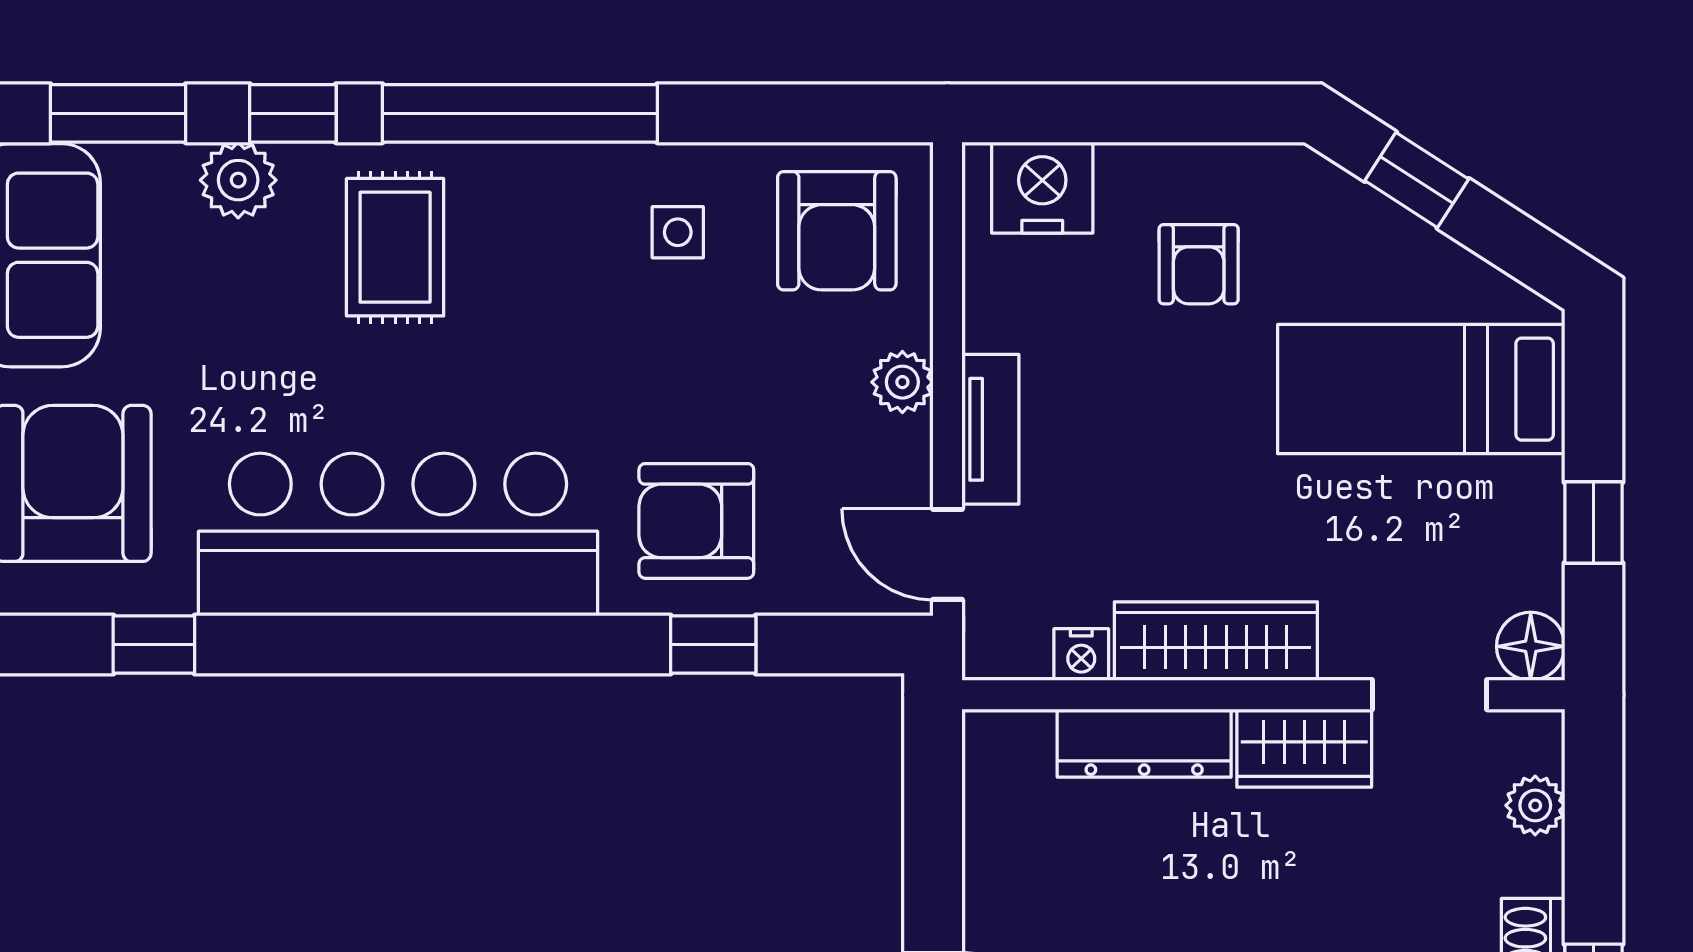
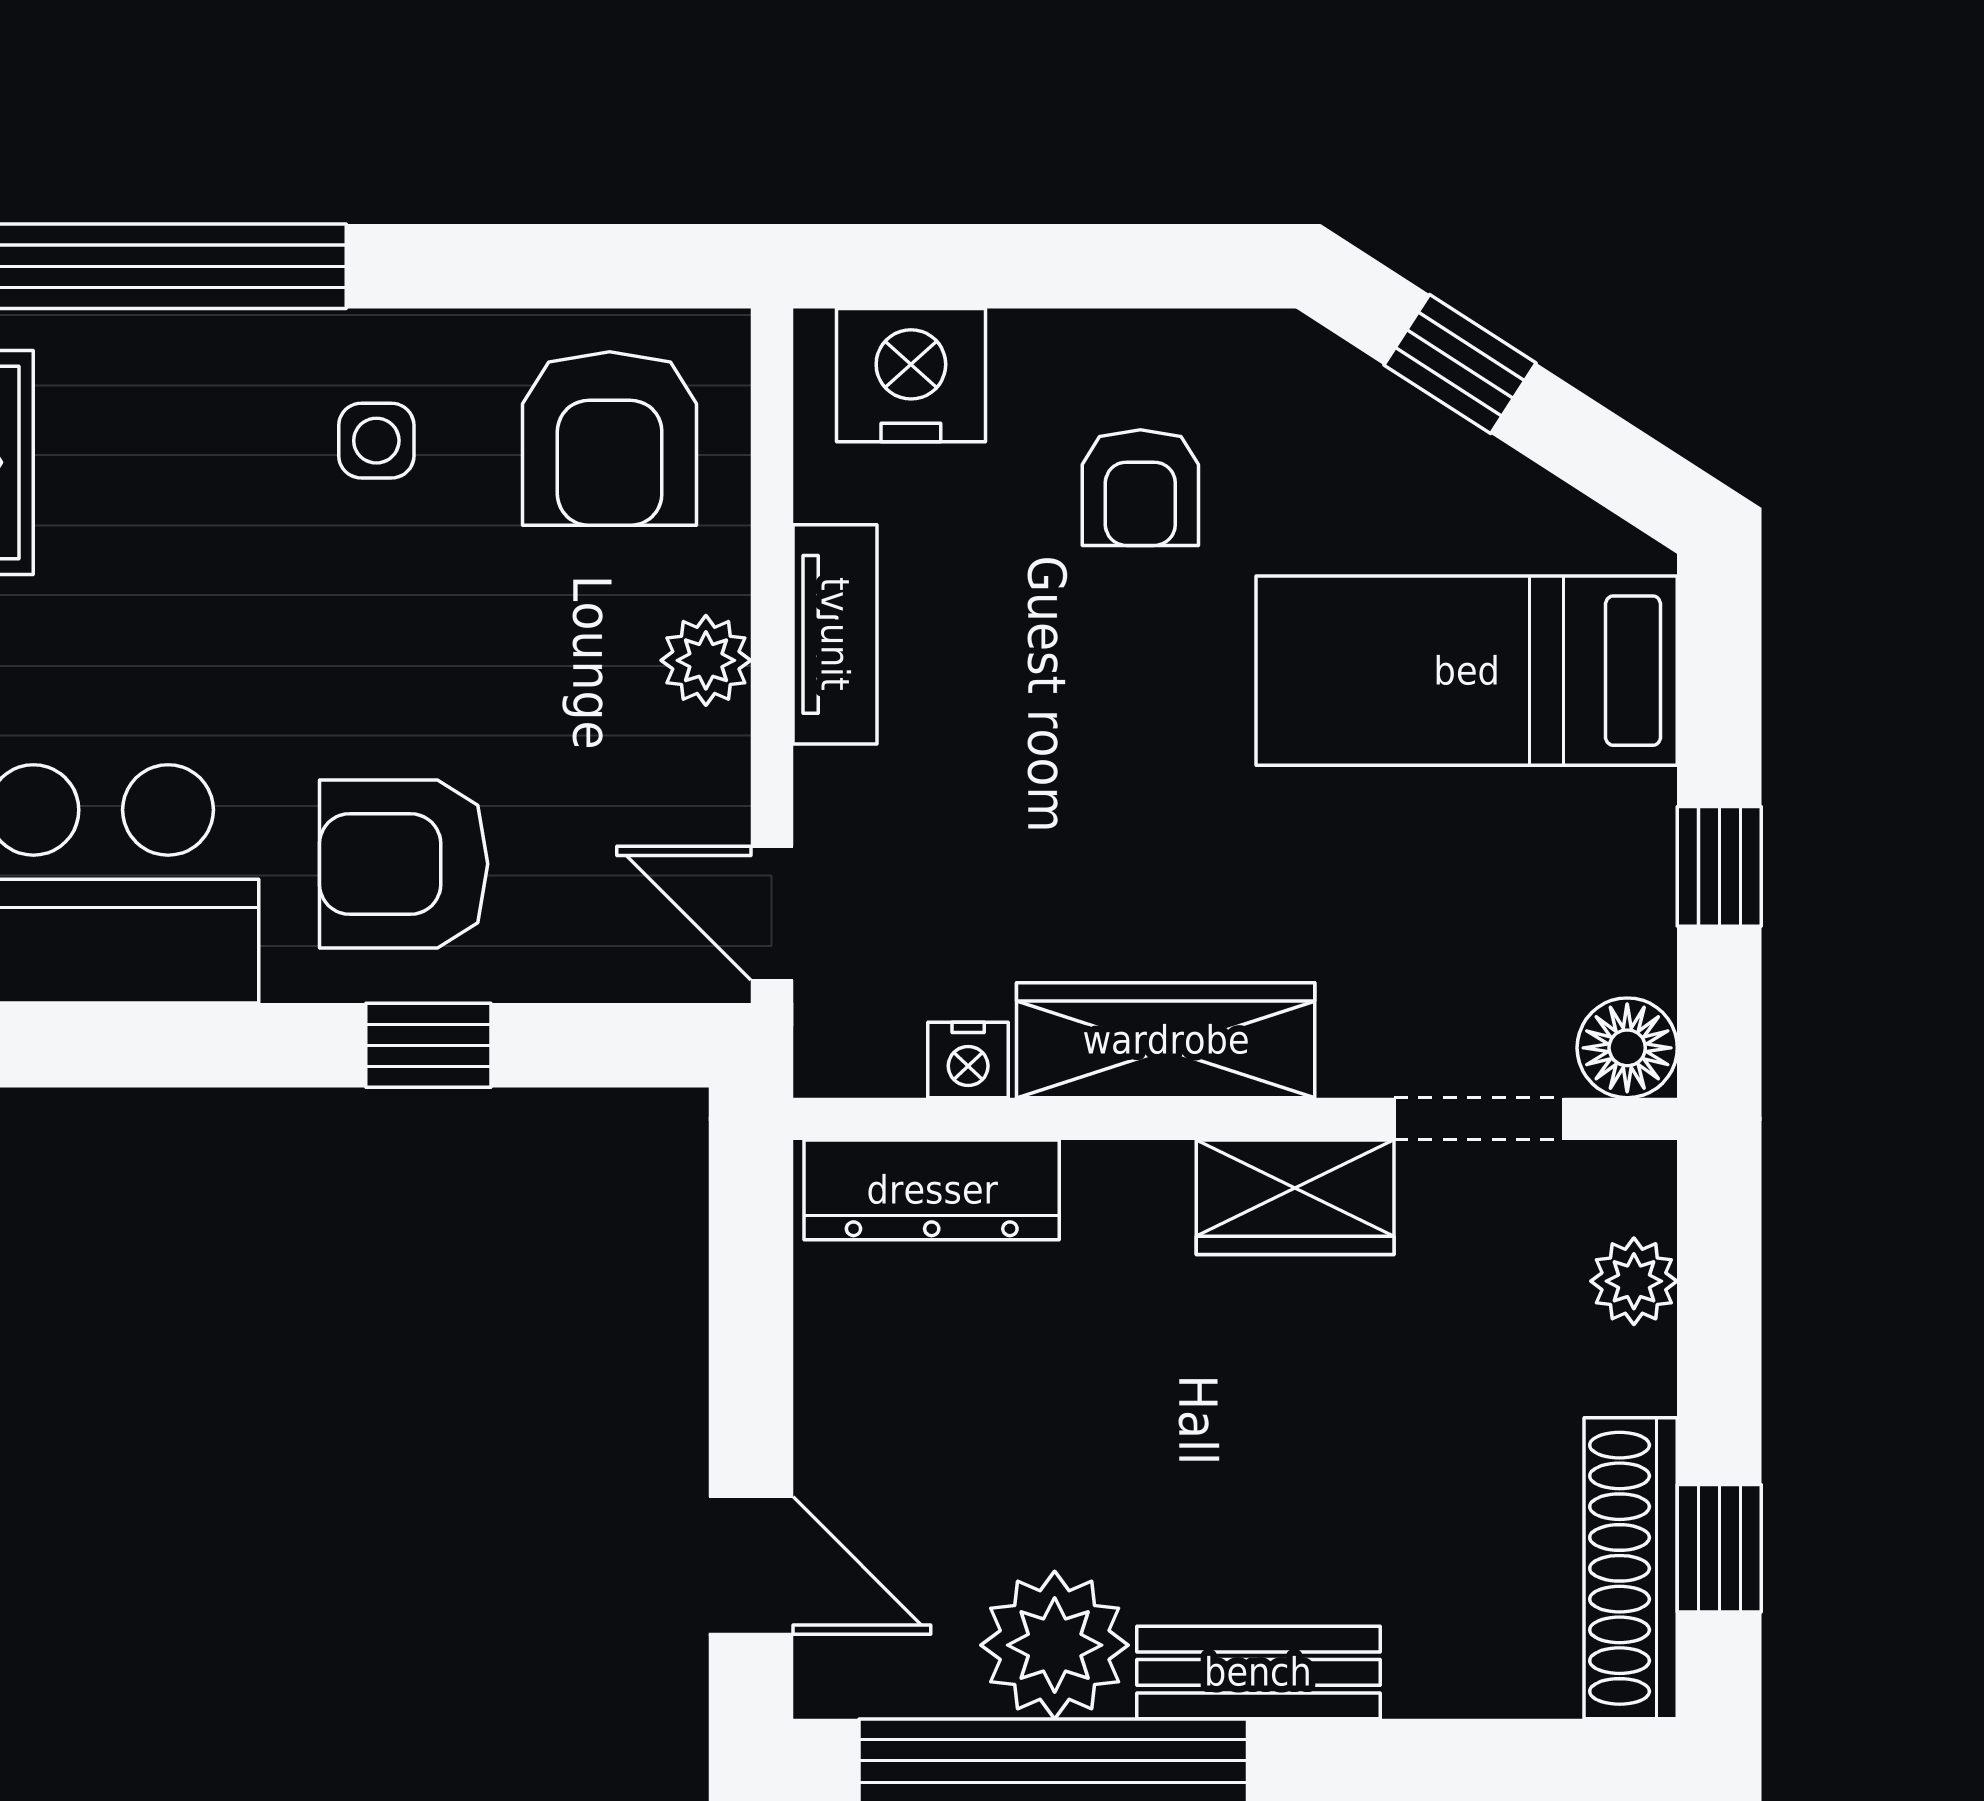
tv unit: (990, 429) -> (835, 634), moved
dresser: (1144, 743) -> (932, 1190), moved

